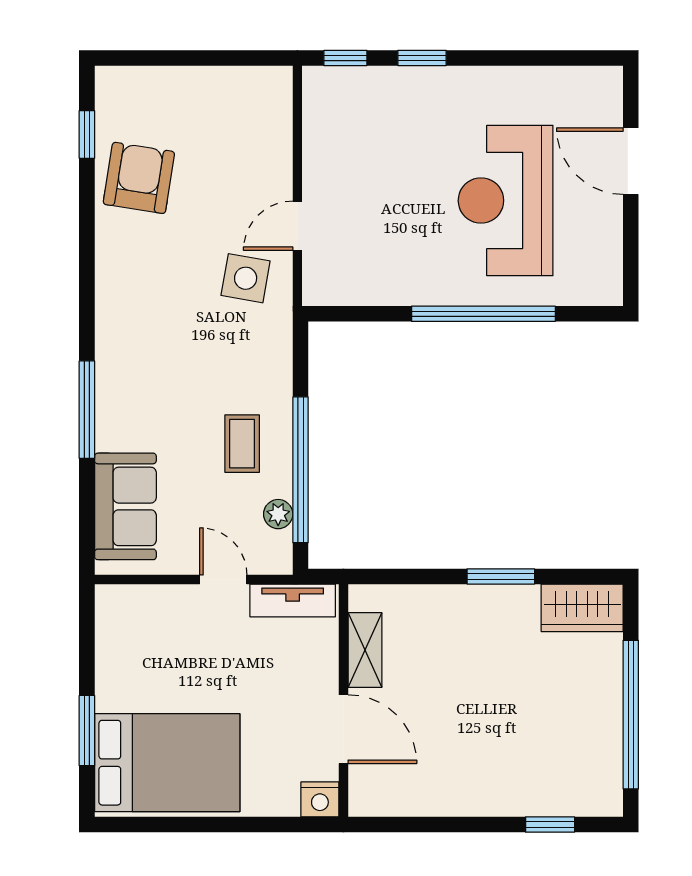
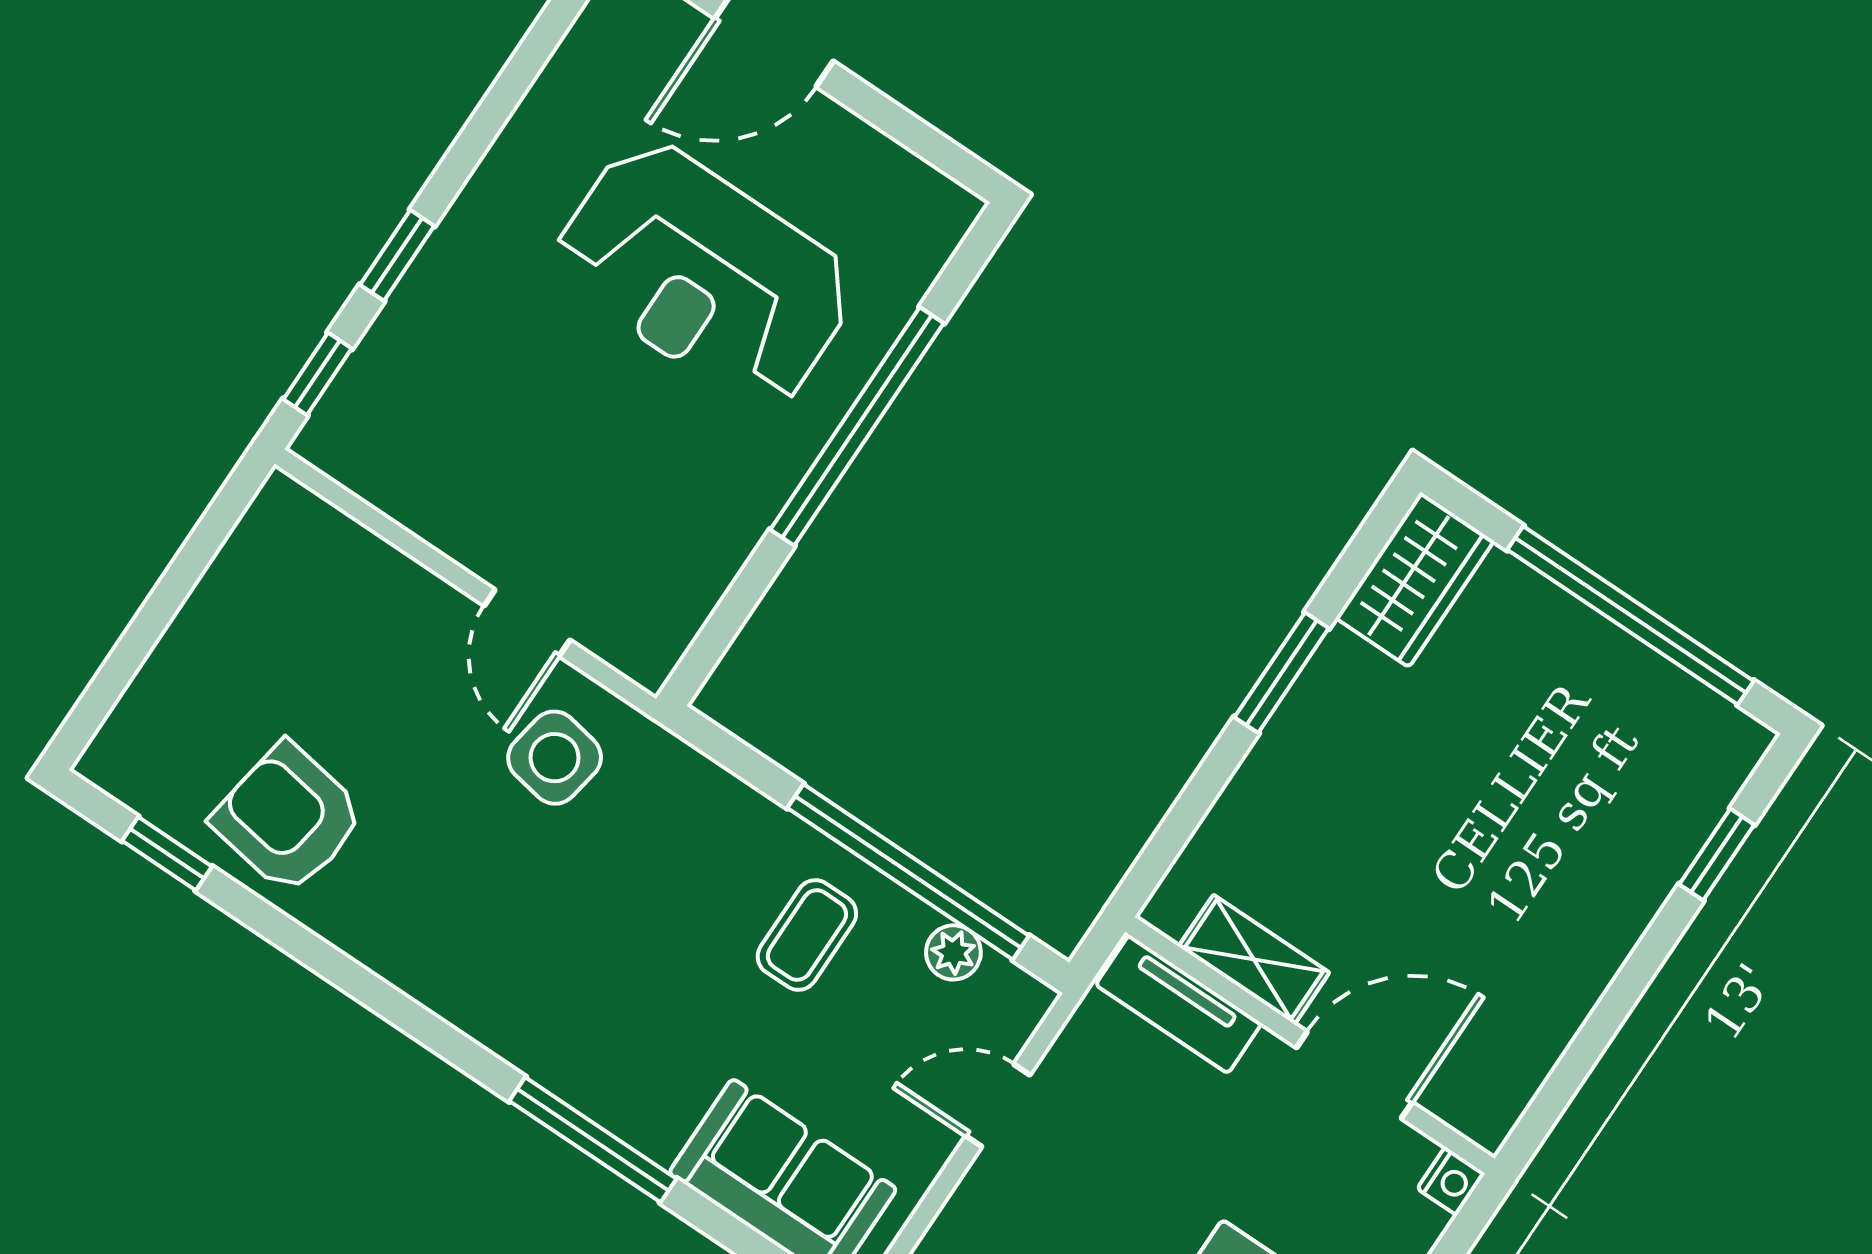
coffee table: (242, 444) -> (807, 935), turned 90
tv unit: (293, 600) -> (1179, 1004), moved, turned 90
nightstand: (320, 799) -> (1451, 1181), width x0.72, depth x0.74

